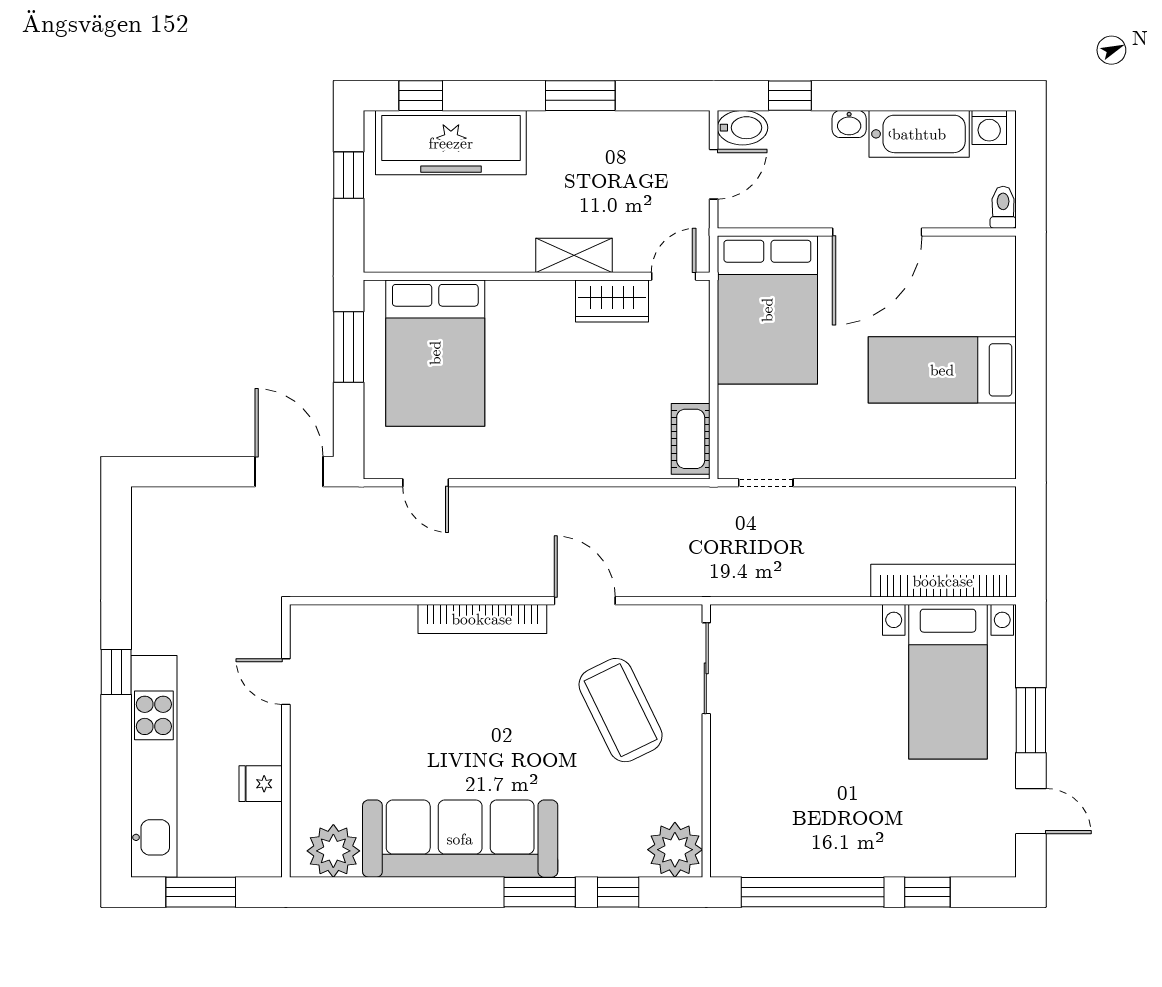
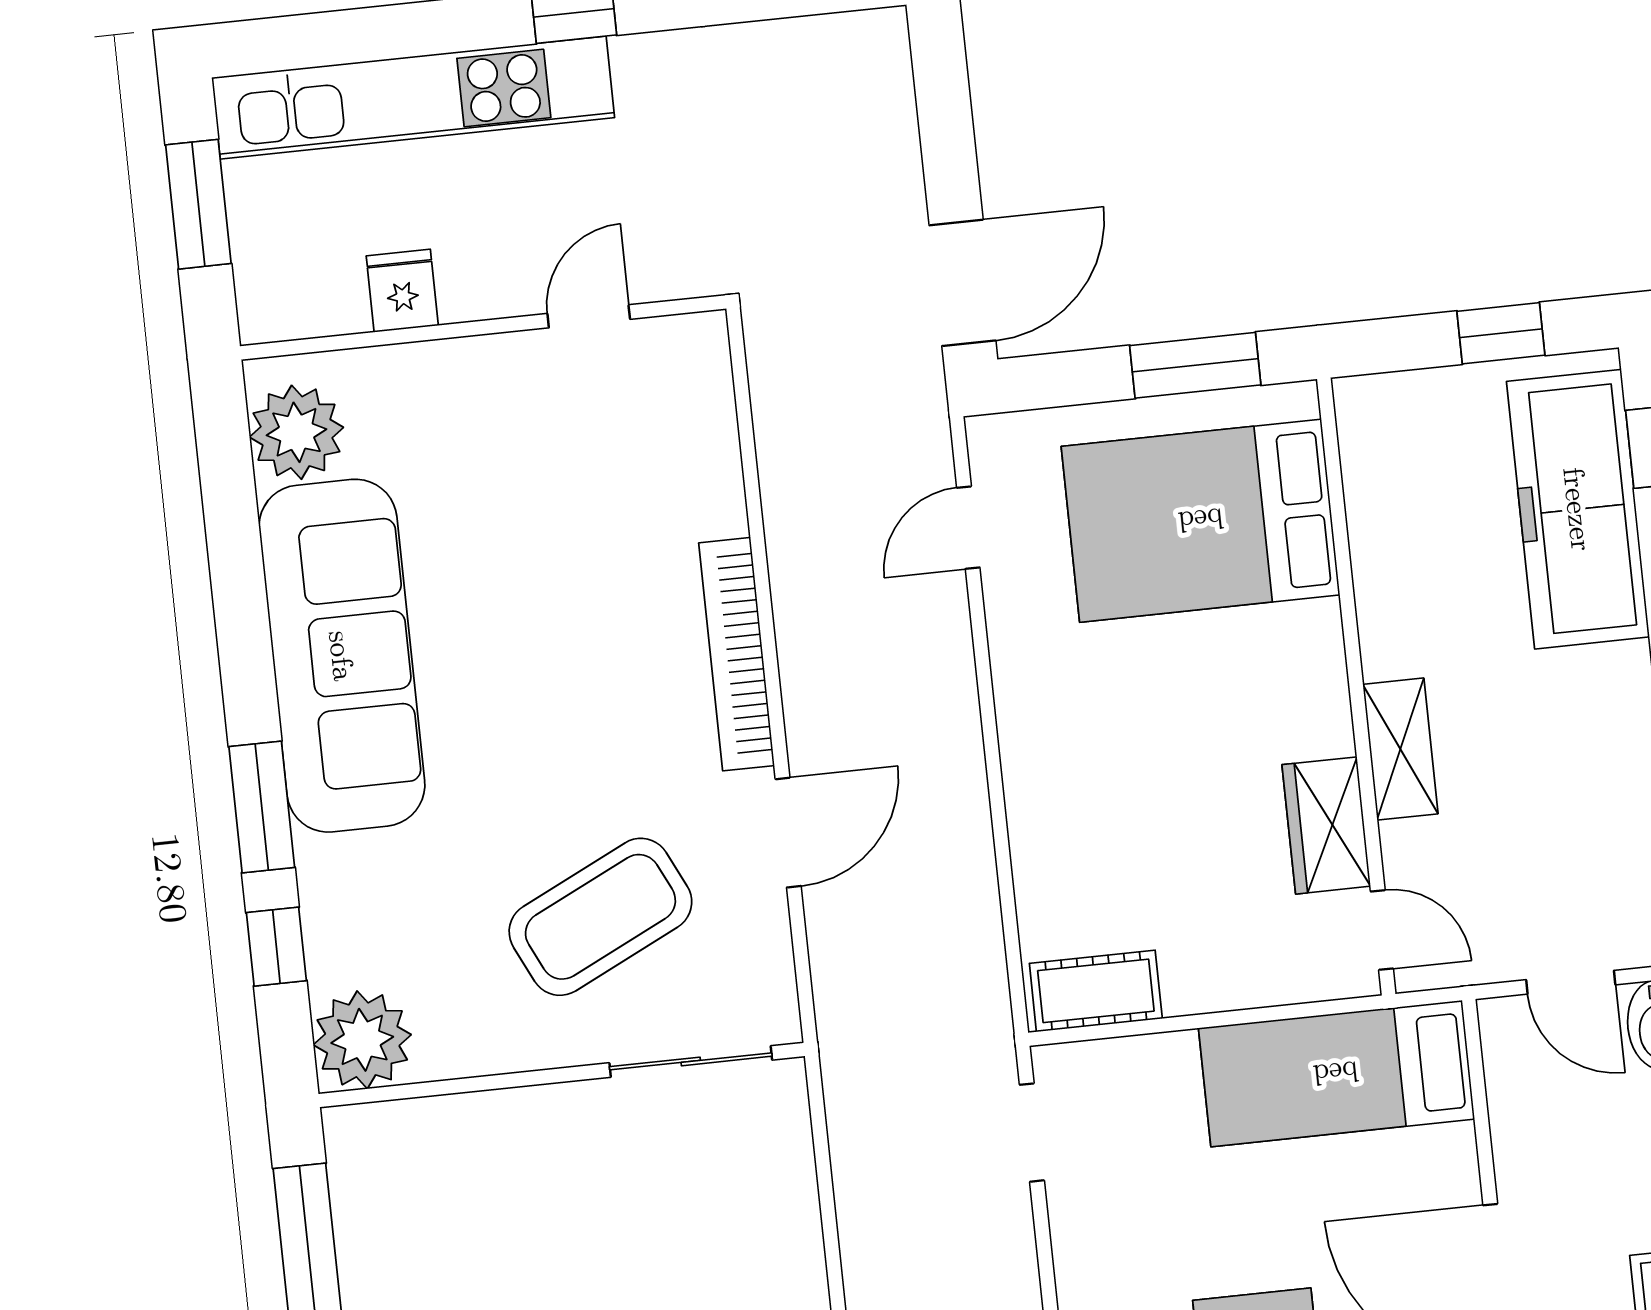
bed: (767, 310) -> (1336, 1074), width x0.67

